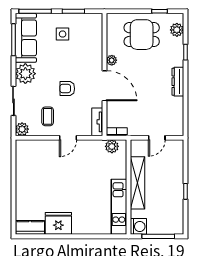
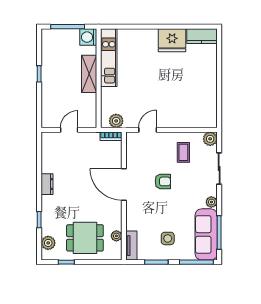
plant: (112, 60) -> (116, 236), moved
plant: (25, 74) -> (211, 202), width x0.53, depth x0.53
dresser: (178, 82) -> (47, 184), width x0.70
tv unit: (97, 122) -> (131, 246), moved
door: (68, 138) -> (148, 130), moved
shelving: (138, 183) -> (89, 74), width x0.68

